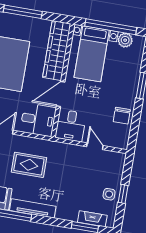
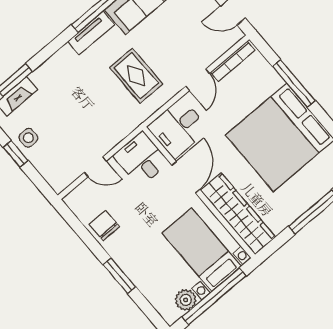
rug: (29, 165) -> (136, 76), turned 90
tv unit: (33, 208) -> (91, 33), width x0.71

